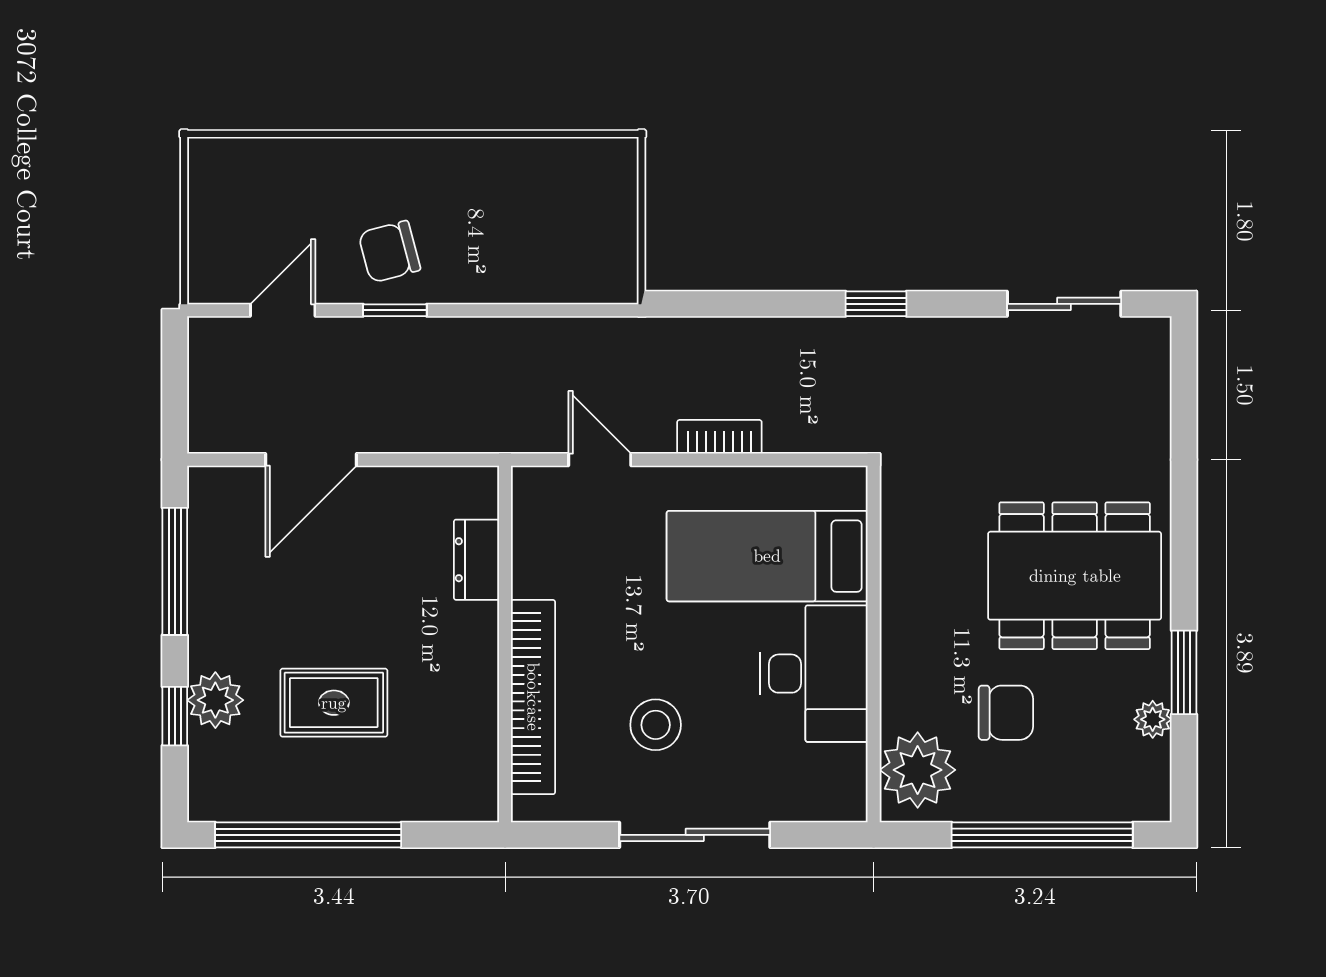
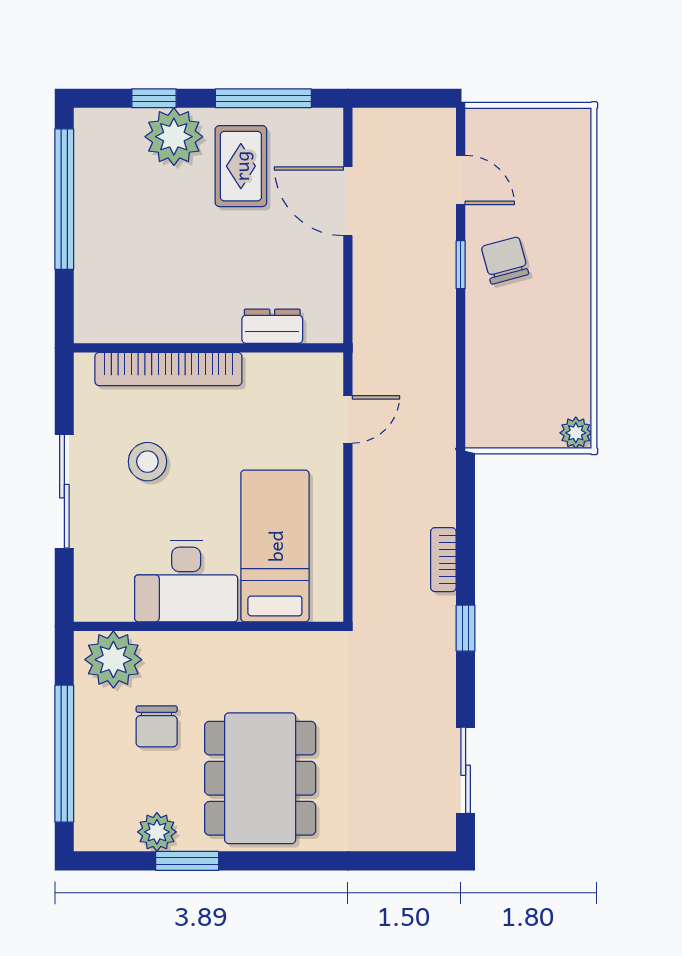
plant: (617, 158) -> (576, 433), added
bookcase: (719, 437) -> (443, 560), moved, turned 180
plant: (215, 700) -> (174, 137), width x1.36, depth x1.36
rug: (334, 703) -> (241, 166), moved
plant: (1153, 719) -> (157, 832), width x1.38, depth x1.38

